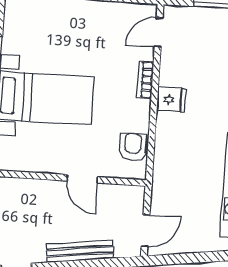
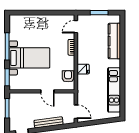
fridge: (171, 100) -> (83, 69), moved
door: (145, 231) -> (76, 112), hinge flipped

